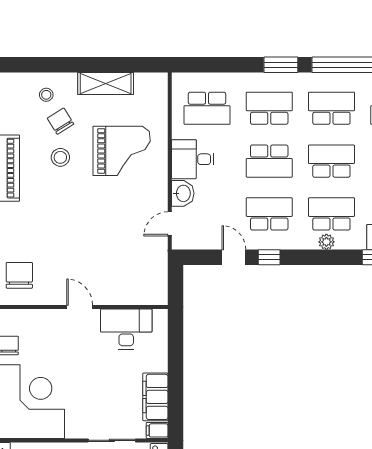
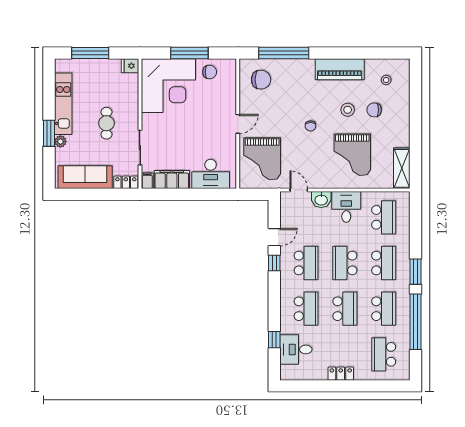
shelving: (106, 83) -> (402, 168), moved
stool: (46, 95) -> (386, 80), moved
school desk: (207, 108) -> (384, 217), turned 180
chair: (61, 121) -> (374, 110), turned -148
chair: (82, 208) -> (310, 126), added
plant: (326, 242) -> (286, 305), removed
grand piano: (127, 274) -> (262, 159), added
desk: (126, 329) -> (211, 174), moved, turned 90

